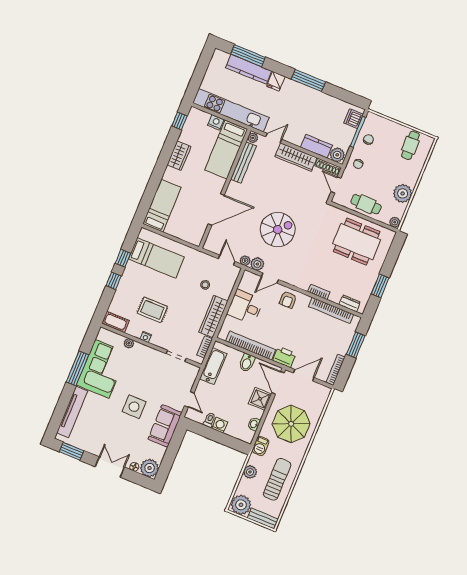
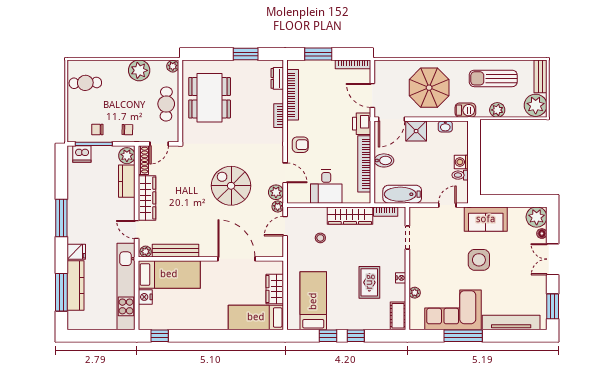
wardrobe: (179, 156) -> (275, 289), moved, turned -90

